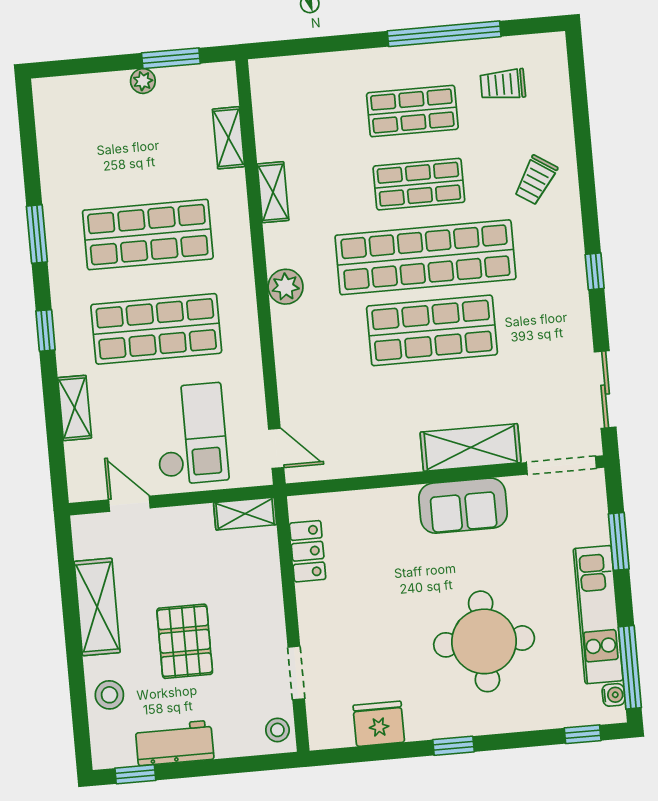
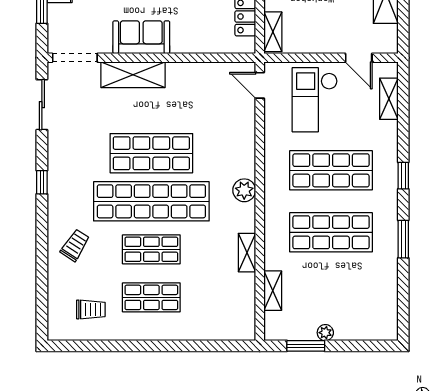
window: (444, 34) -> (126, 346), removed
shelving: (75, 408) -> (389, 99), moved
shelving: (245, 514) -> (273, 32), moved, turned 90

